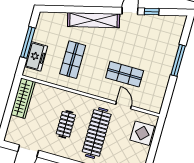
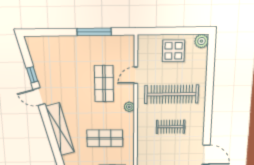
window: (178, 60) -> (94, 32), moved
plant: (96, 91) -> (129, 107), added
display table: (142, 133) -> (173, 51), moved

